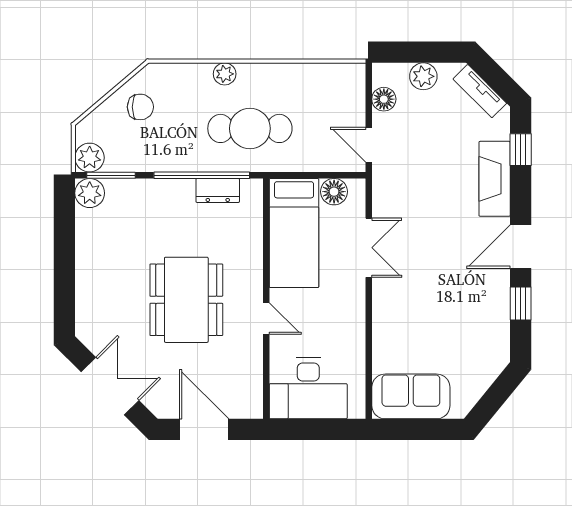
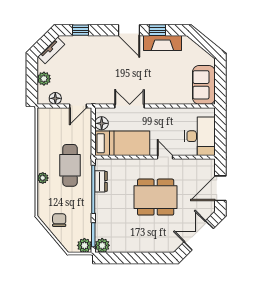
fireplace: (495, 179) -> (162, 43), moved
door: (266, 319) -> (165, 157), hinge flipped

